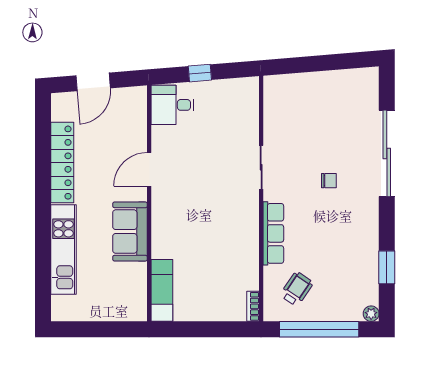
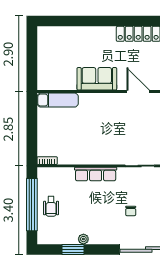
kitchen unit: (63, 249) -> (85, 35), removed
wheelchair: (297, 289) -> (51, 206), moved, turned 56
plant: (371, 314) -> (83, 239), moved

